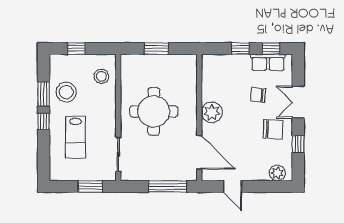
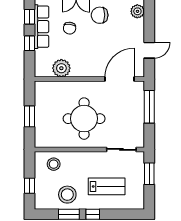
row of seats: (268, 62) -> (42, 27), width x1.48
plant: (212, 112) -> (61, 68), moved
chair: (273, 129) -> (100, 15), turned -93

